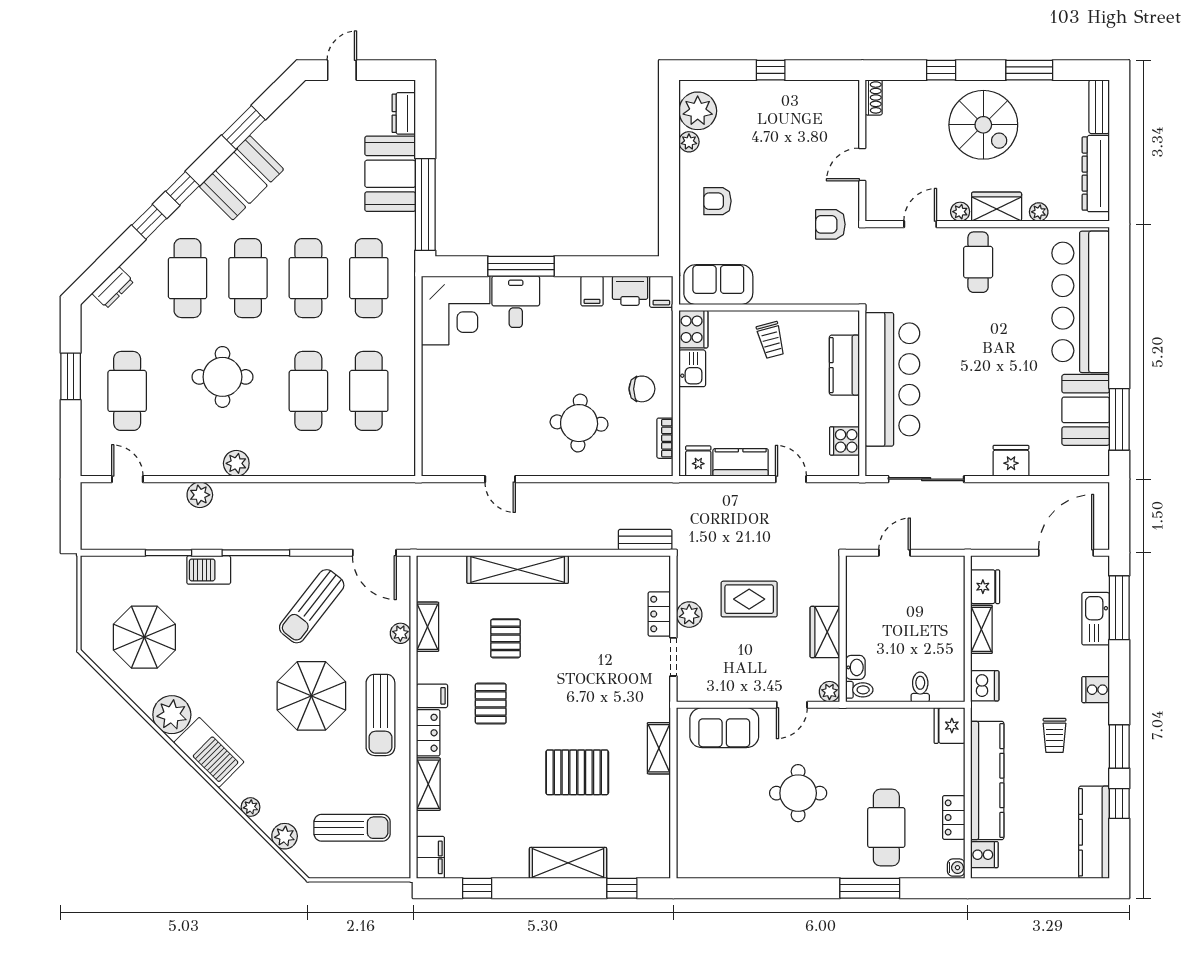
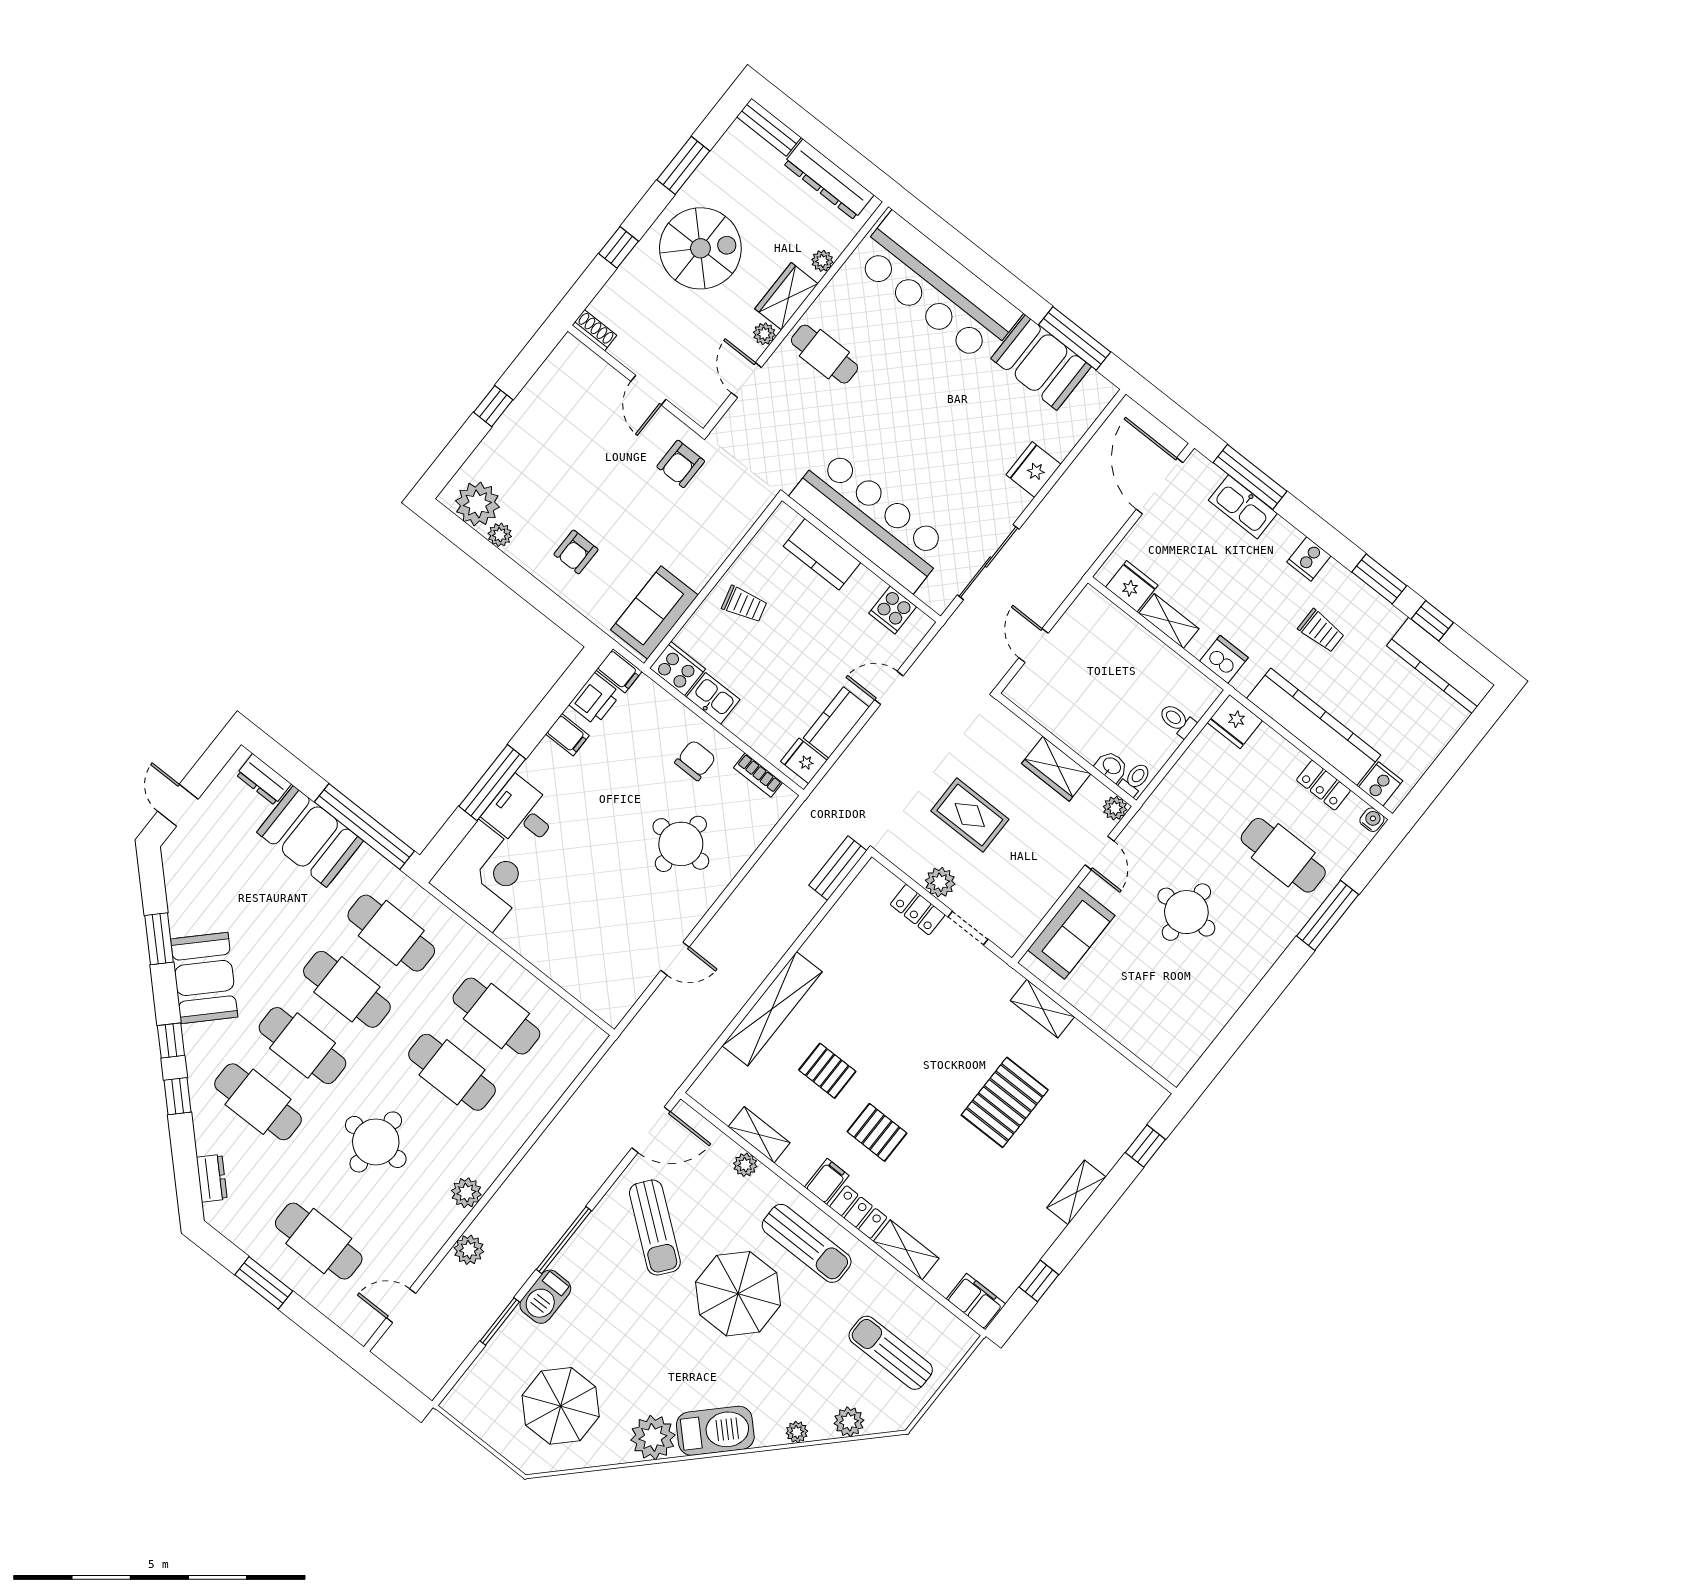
rug: (749, 599) -> (970, 815), turned 90
sun lounger: (352, 828) -> (891, 1353), turned -90
shelving: (568, 863) -> (1076, 1192), width x0.67, depth x0.75

